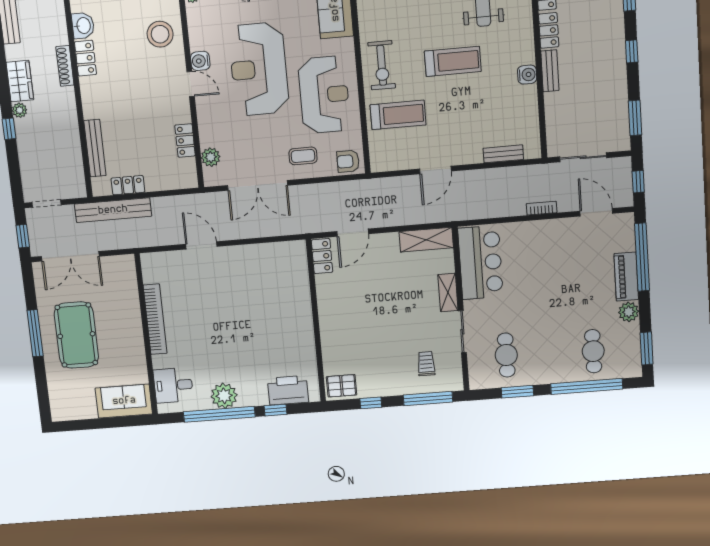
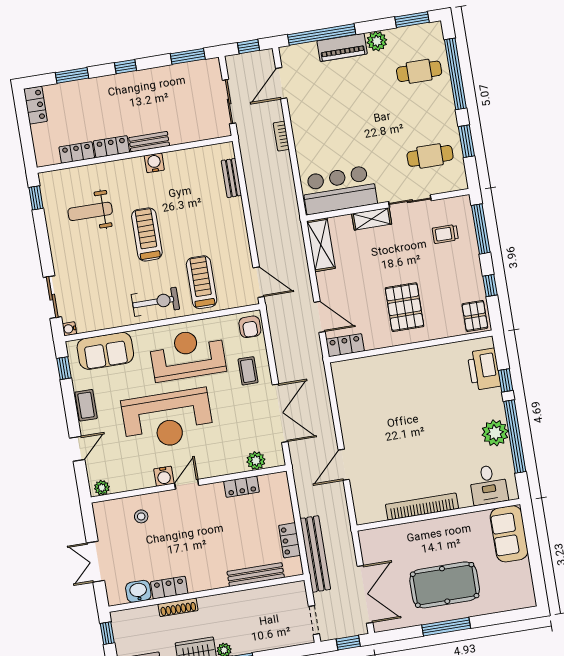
stool: (160, 34) -> (141, 516), width x0.53, depth x0.53
door: (435, 170) -> (259, 282), moved
pallet: (356, 318) -> (404, 307), added

